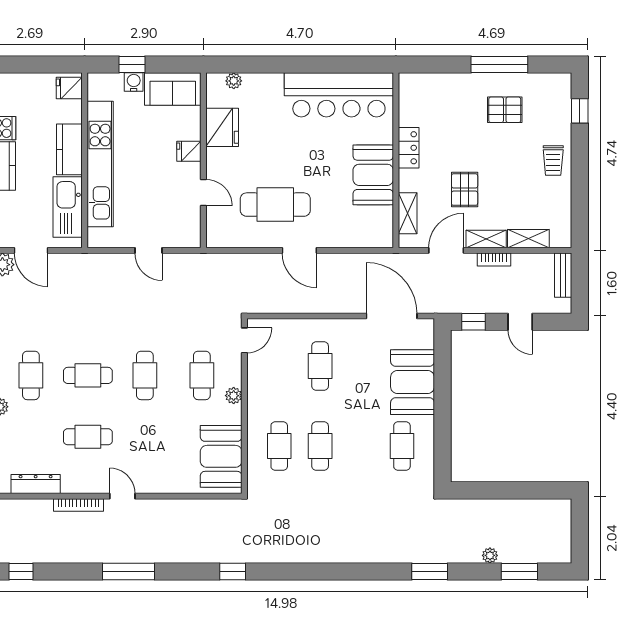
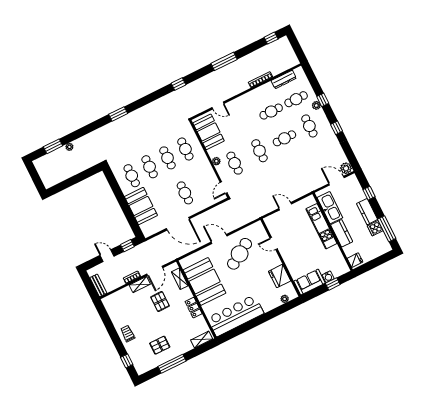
fridge: (189, 151) -> (289, 258), removed
kitchen unit: (100, 164) -> (321, 226), width x0.73
booth: (373, 175) -> (205, 281), width x1.36, depth x1.42
cafe table: (275, 205) -> (240, 254), turned -32
shelving: (528, 239) -> (202, 339), moved
door: (392, 316) -> (178, 224), moved
cafe table: (31, 437) -> (296, 99), added
cafe table: (361, 446) -> (150, 167), added
door: (122, 496) -> (218, 105), moved
window: (430, 571) -> (118, 114), moved

